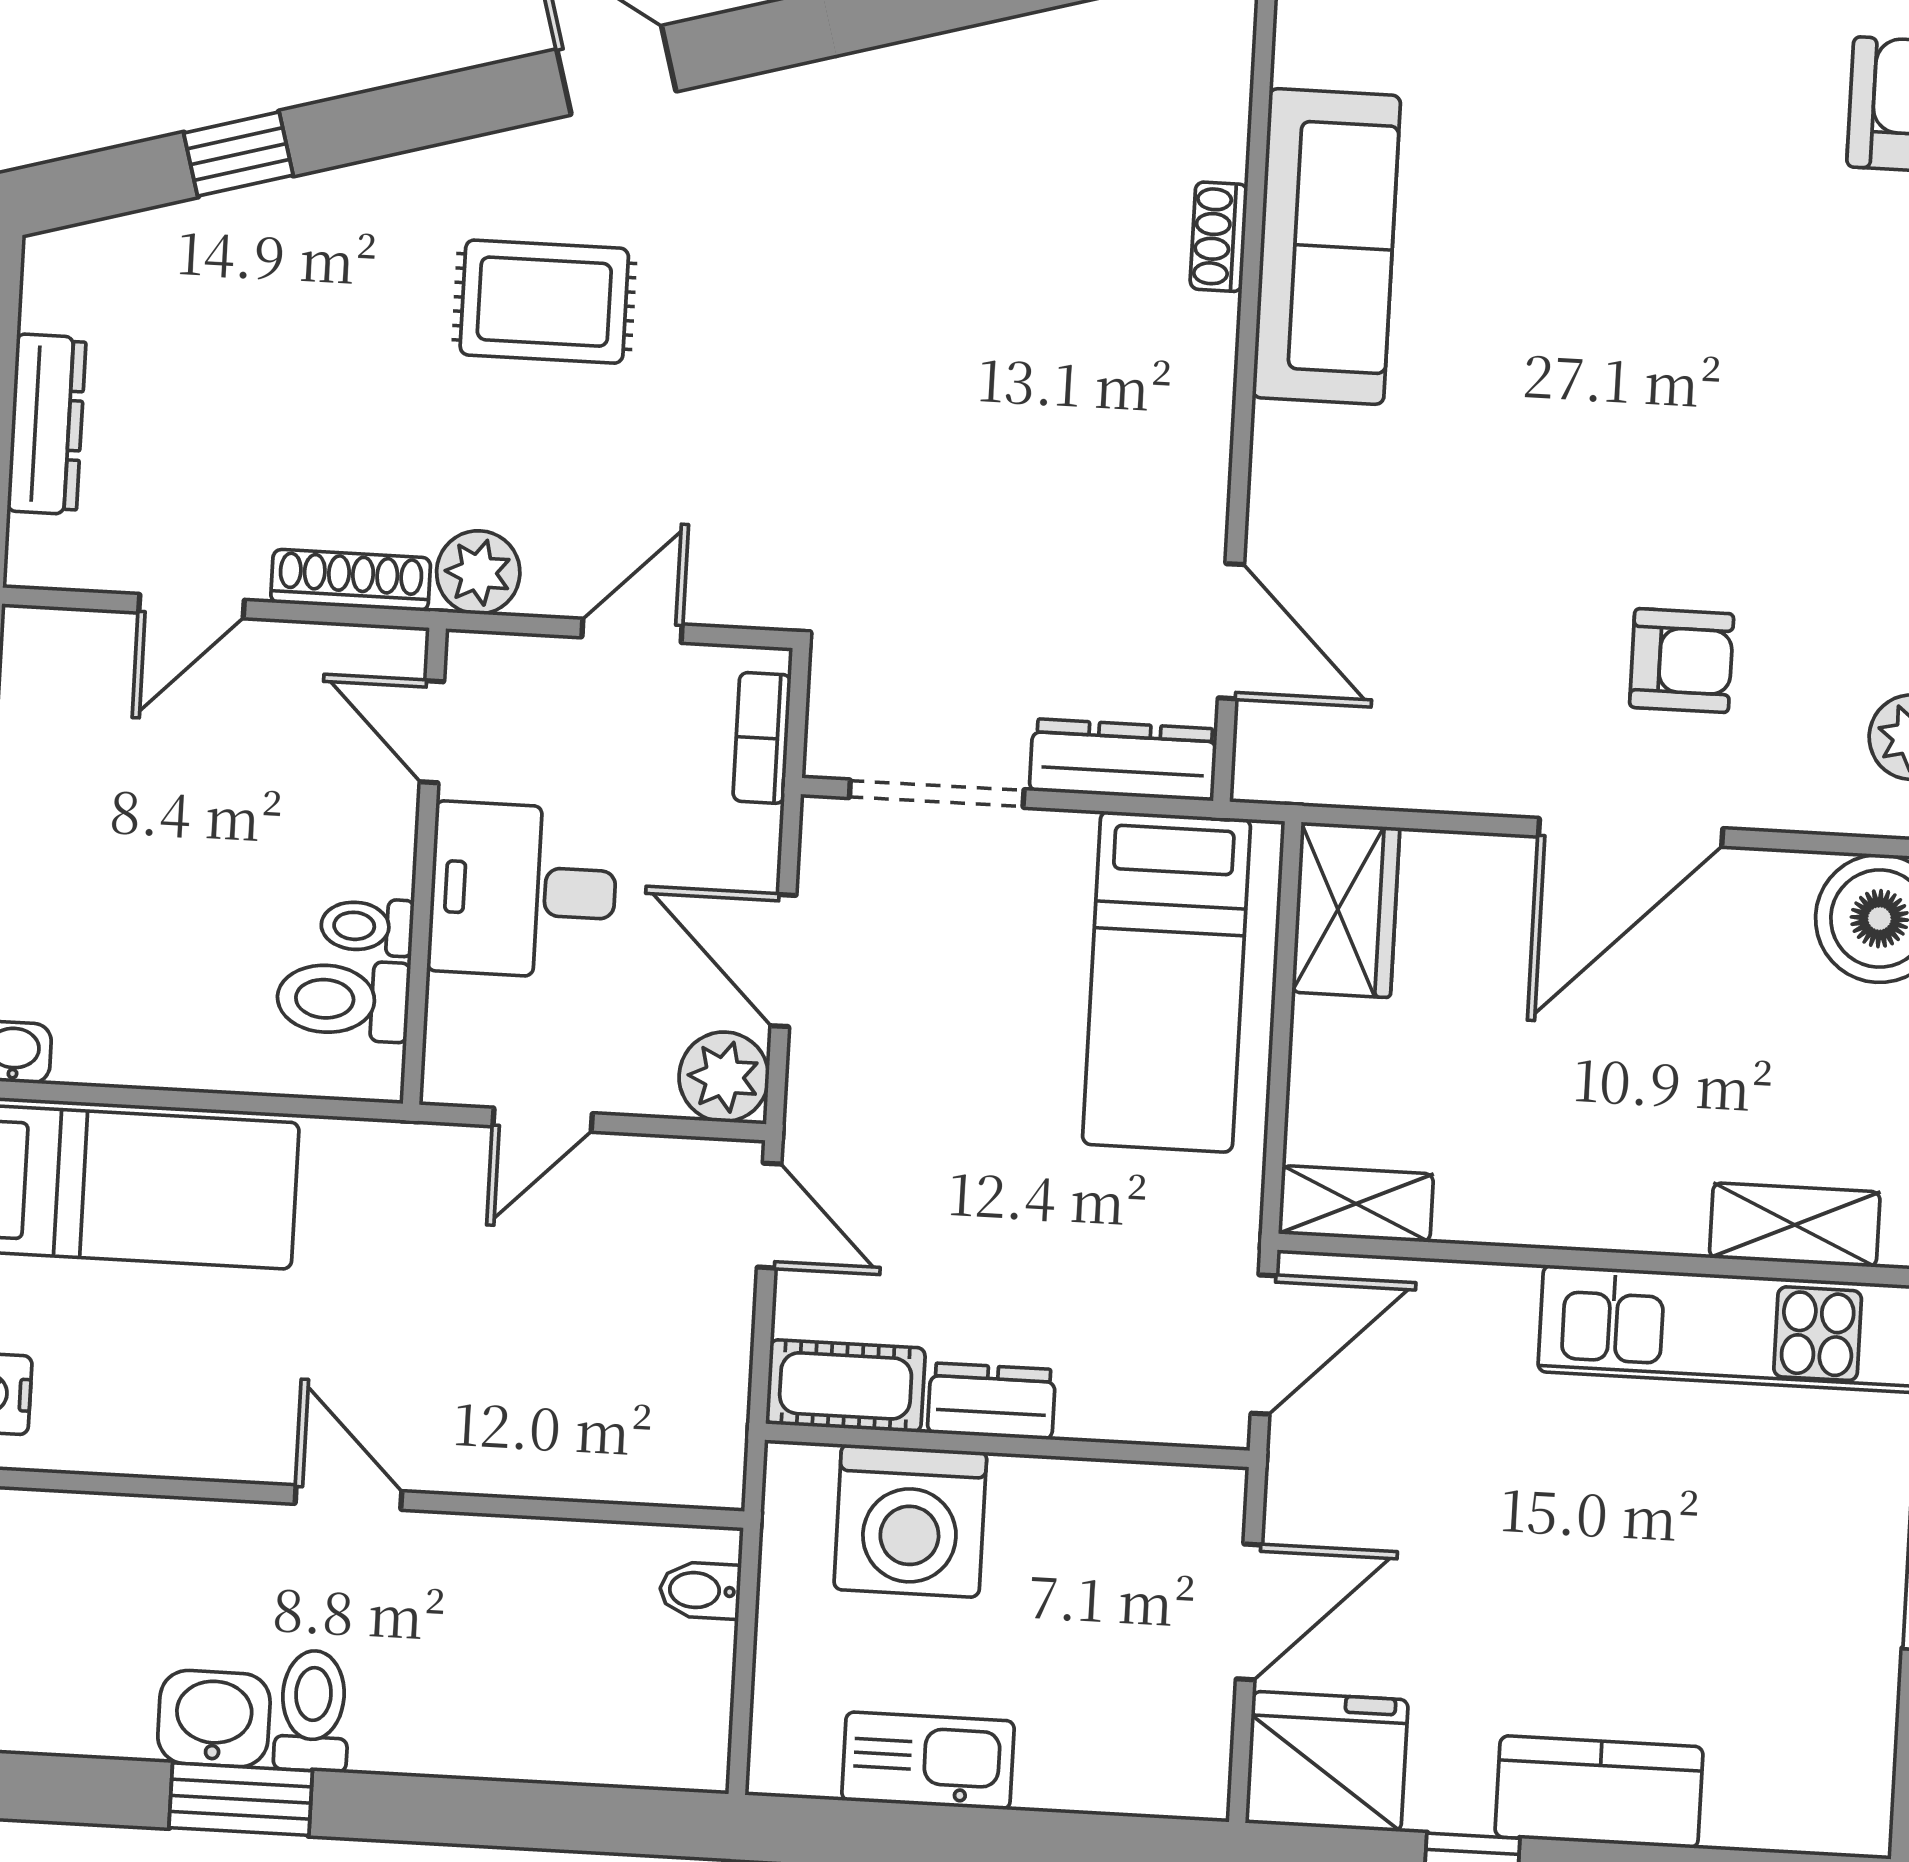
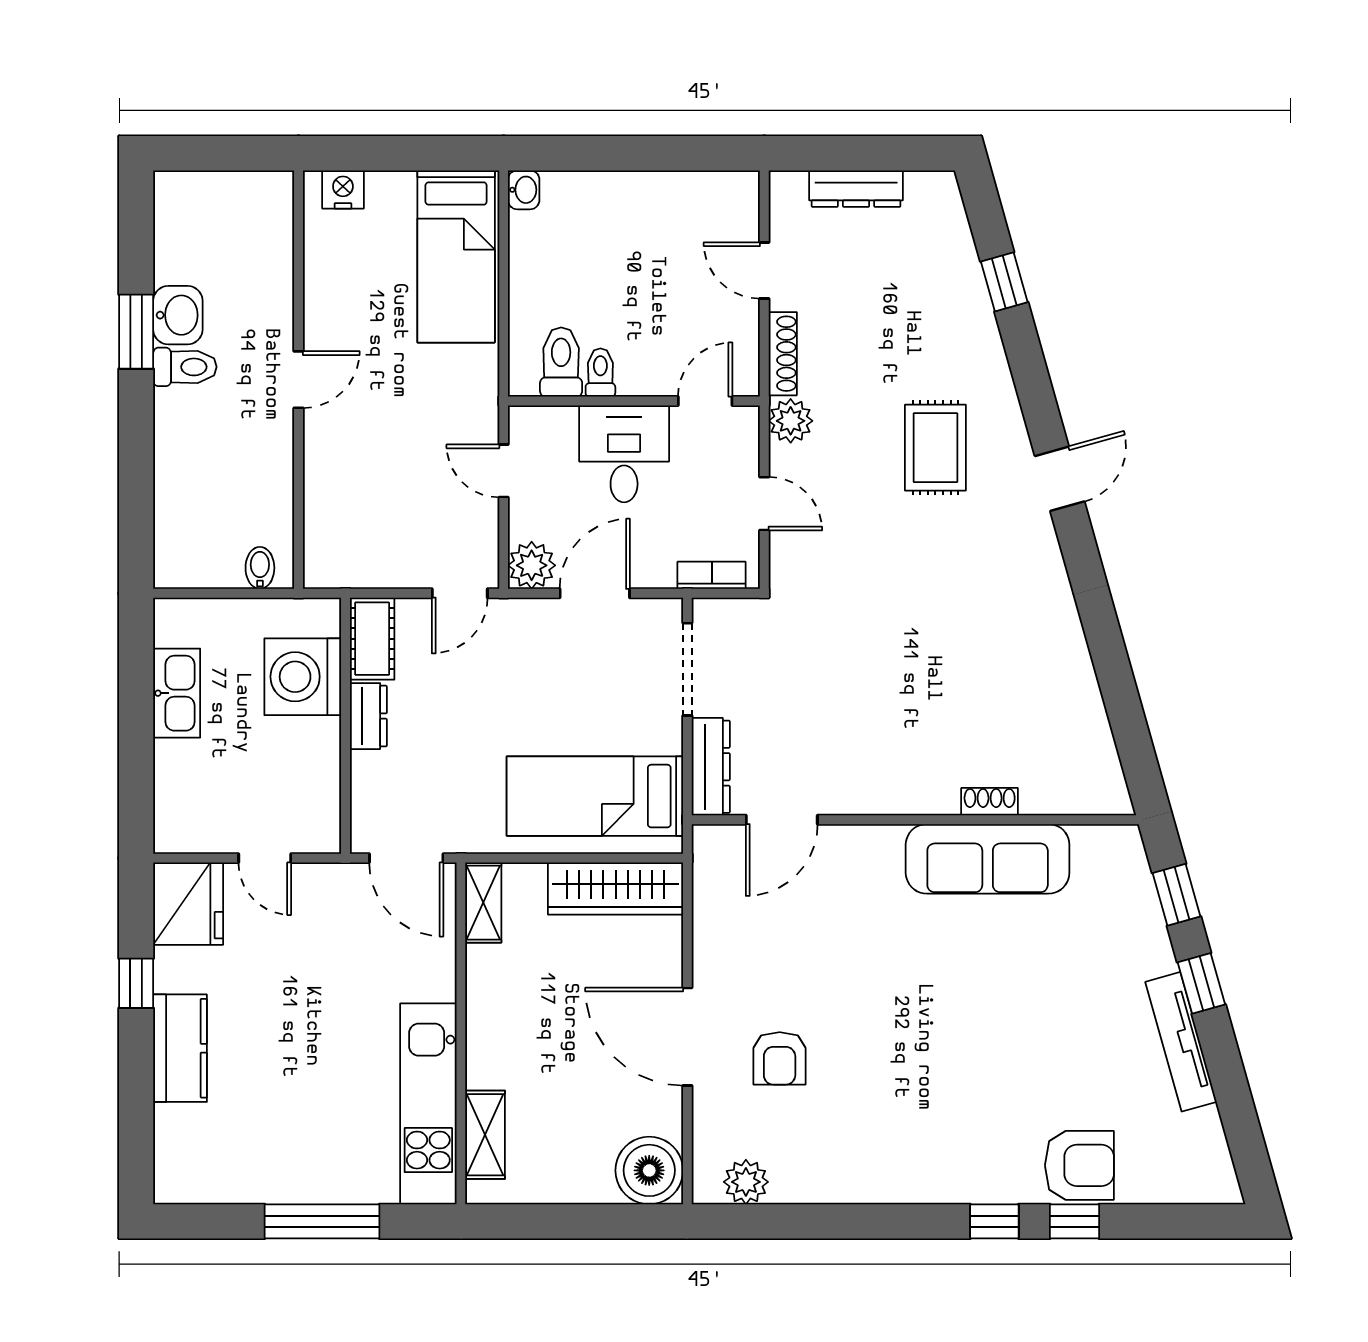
wardrobe: (1346, 910) -> (616, 889), width x1.50
door: (1249, 1612) -> (265, 858), width x0.73

